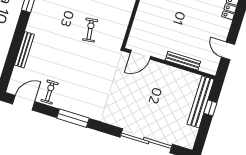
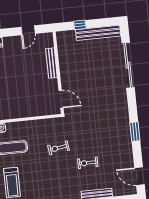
exercise bike: (50, 92) -> (88, 163), moved
bench: (201, 102) -> (98, 33), moved
window: (73, 118) -> (135, 132), width x0.69

